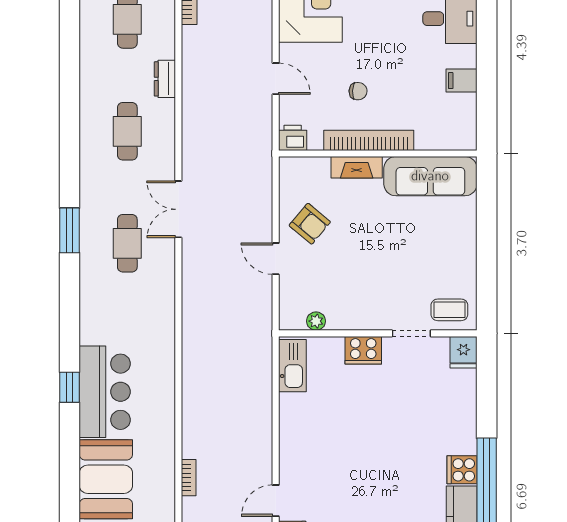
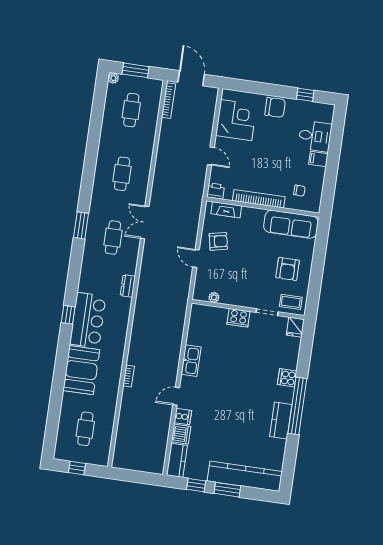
dresser: (165, 79) -> (128, 286), moved
filing cabinet: (461, 81) -> (318, 159), moved
chair: (358, 91) -> (299, 191), moved
fireplace: (357, 167) -> (226, 210), moved
armchair: (310, 224) -> (218, 241), turned -52
armchair: (436, 254) -> (288, 269), added
kitchen sink: (292, 366) -> (191, 361), moved
cooker: (462, 470) -> (287, 378), moved

